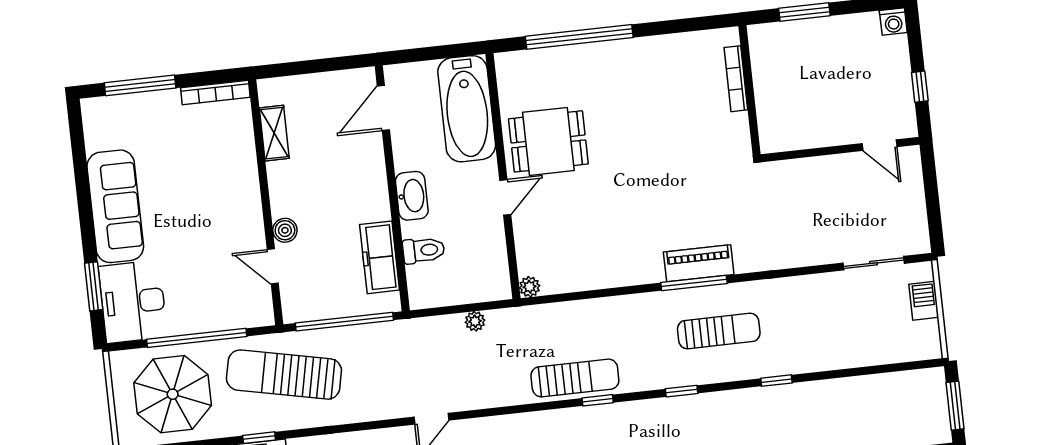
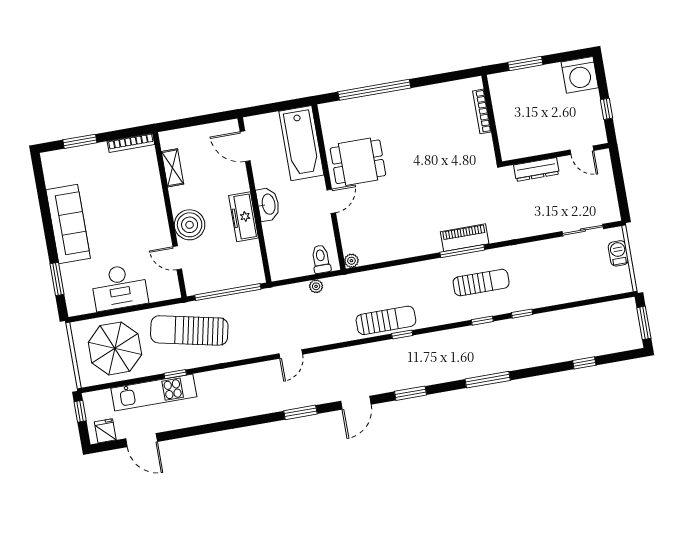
washing machine: (893, 22) -> (580, 75), width x1.89, depth x1.89
window: (140, 85) -> (80, 141), width x0.69
door: (383, 108) -> (245, 146), hinge flipped
dresser: (811, 169) -> (536, 169), added
boiler: (285, 230) -> (190, 225), width x1.86, depth x1.86
toilet: (424, 250) -> (321, 259), moved, turned -90
freezer: (380, 257) -> (244, 217), moved
desk: (133, 302) -> (119, 287), moved, turned -90
window: (197, 338) -> (129, 309), removed
window: (682, 391) -> (482, 321), moved

